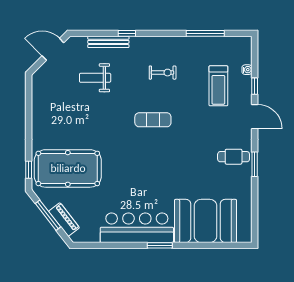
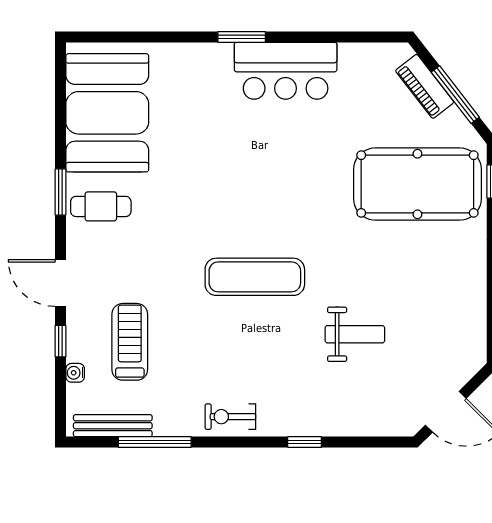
bench: (108, 42) -> (113, 426), moved
exercise bike: (163, 73) -> (230, 417), moved
weight bench: (95, 78) -> (355, 334), moved
exercise mat: (153, 120) -> (255, 277), width x1.36, depth x1.45
booth: (205, 221) -> (107, 113), moved, turned 90
bar counter: (137, 228) -> (286, 71), width x0.73

